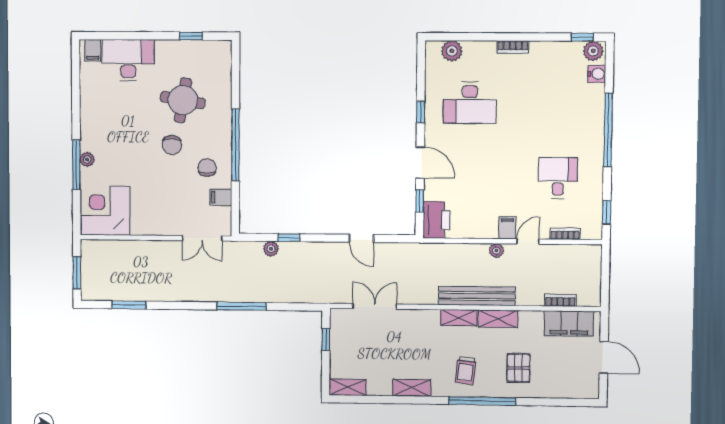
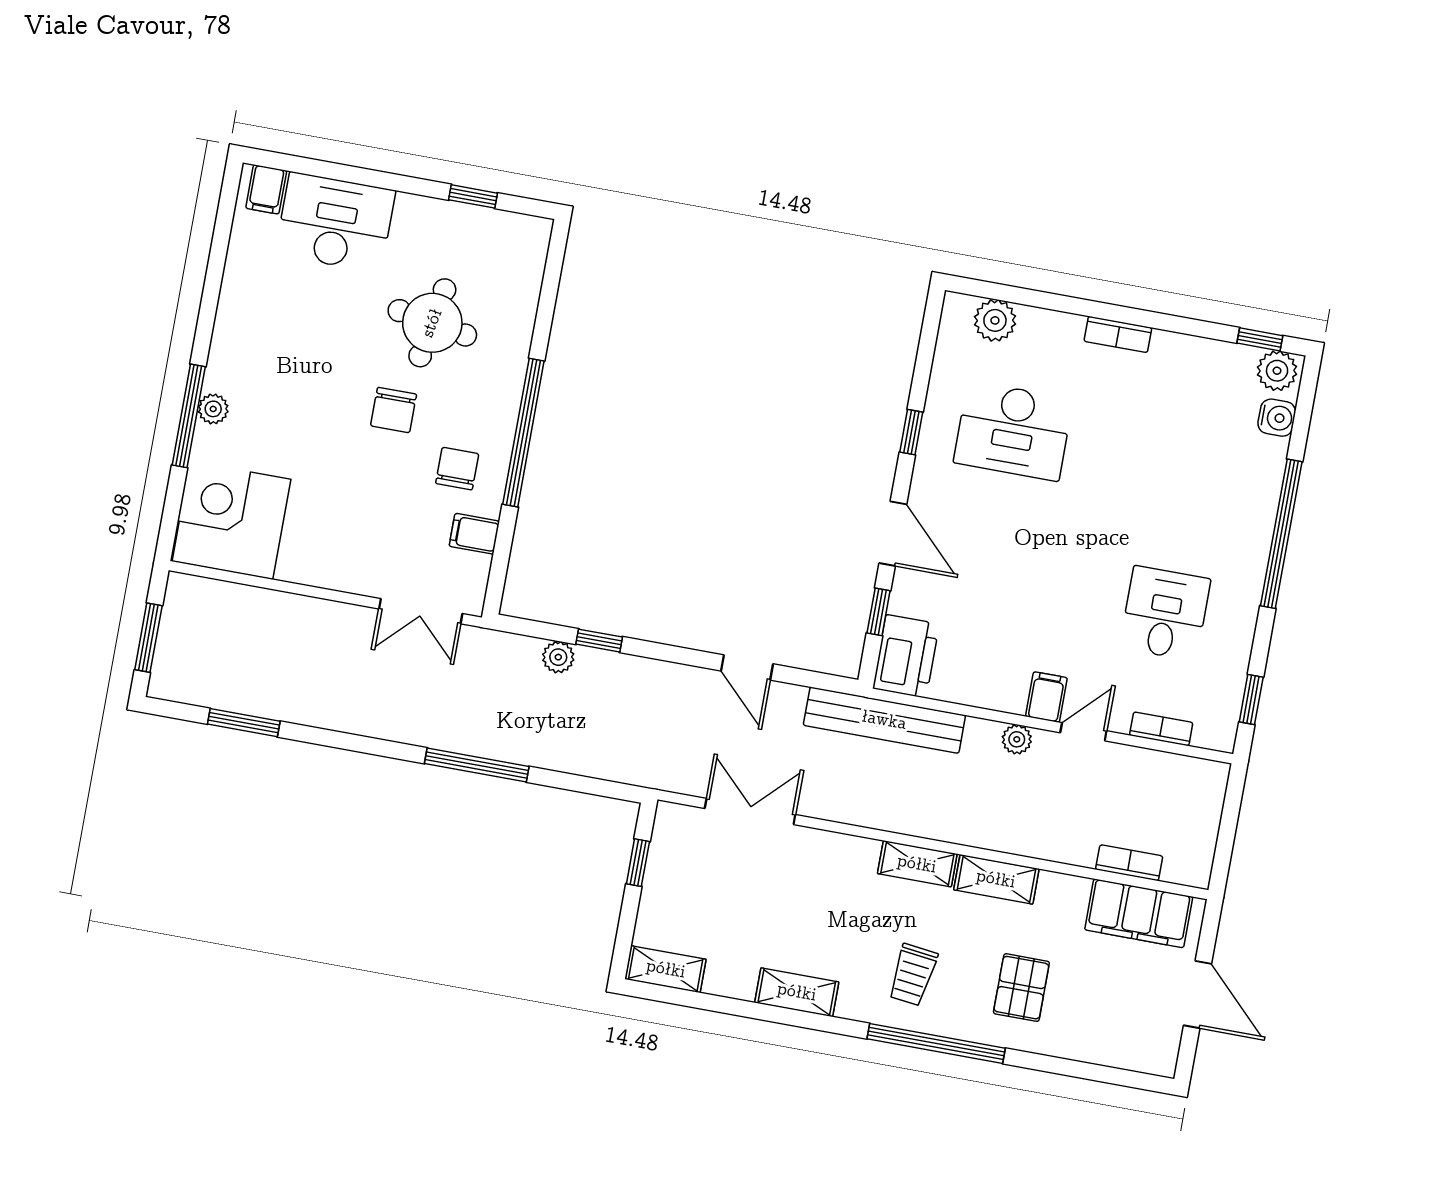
bench: (477, 296) -> (884, 720), moved

